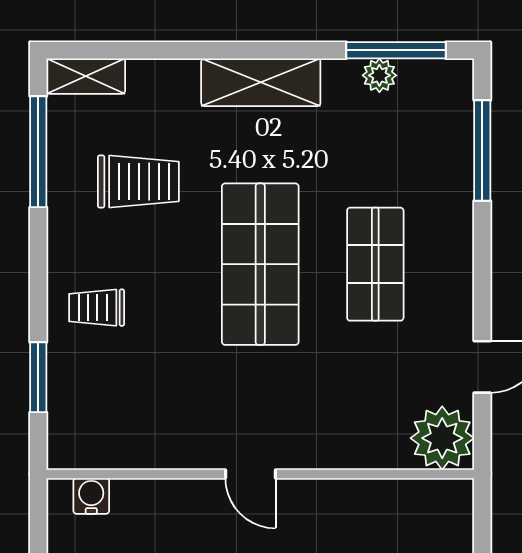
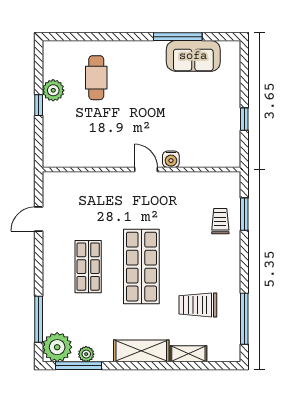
shelving: (86, 76) -> (188, 354), moved
trolley: (97, 308) -> (220, 221), moved, turned -90
plant: (442, 438) -> (57, 347), moved
water cooler: (91, 496) -> (171, 159), moved

